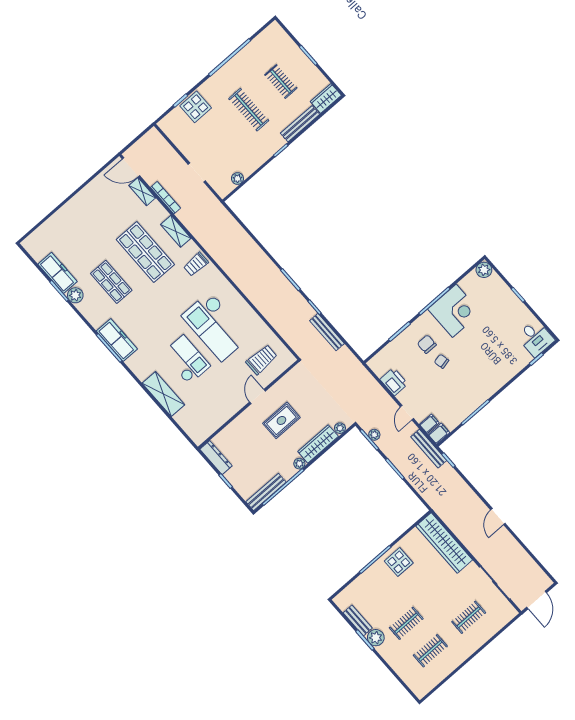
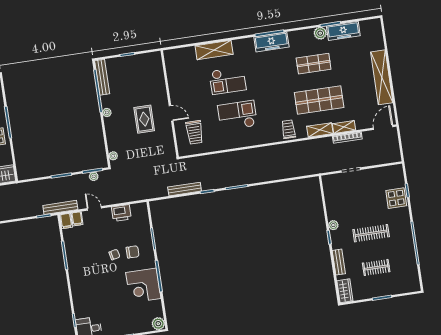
bench: (300, 124) -> (339, 262), width x0.73
plant: (237, 179) -> (333, 225), moved
shelving: (142, 192) -> (344, 127), moved
shelving: (80, 202) -> (382, 77), added
checkout: (216, 326) -> (237, 115), width x0.73, depth x0.83
wardrobe: (318, 444) -> (112, 134), removed
dresser: (216, 458) -> (148, 58), removed

